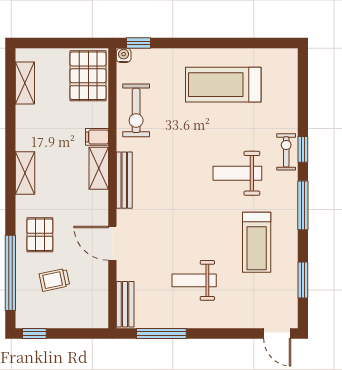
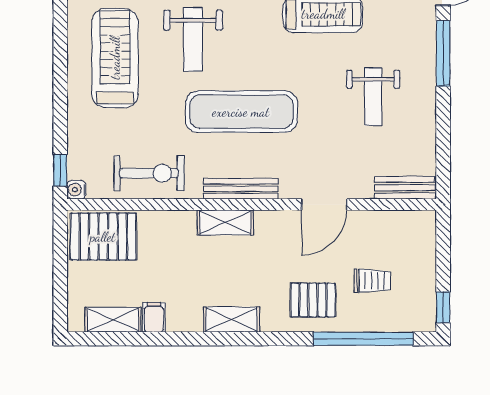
treadmill: (223, 85) -> (115, 58), turned 180
filing cabinet: (97, 137) -> (154, 317), moved, turned 180
weight bench: (237, 173) -> (193, 39), moved
exercise mat: (183, 181) -> (241, 112), added
trolley: (55, 280) -> (372, 281), turned -78
window: (161, 334) -> (443, 53), moved

